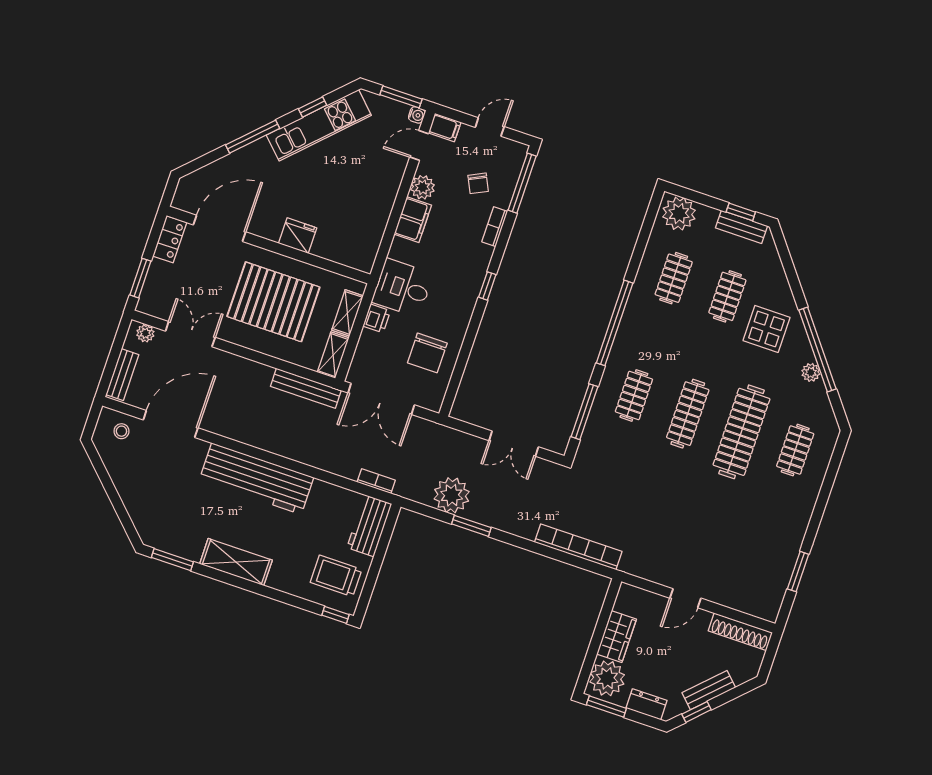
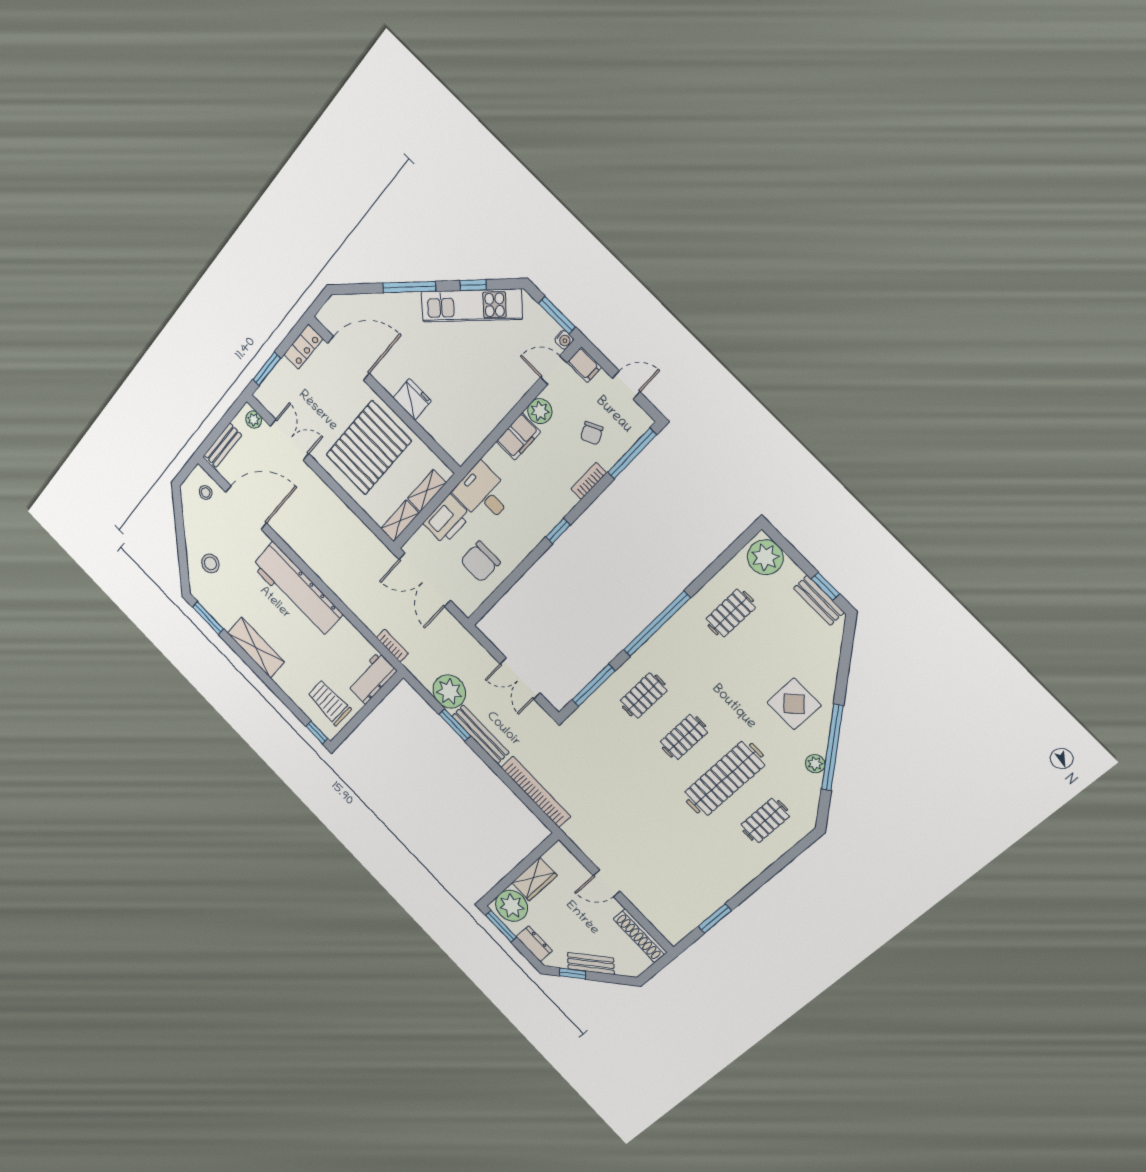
clothes rail: (727, 296) -> (772, 656), removed
pallet: (273, 302) -> (368, 448), turned 90
printer: (377, 318) -> (447, 519), width x1.87, depth x1.48
bench: (306, 388) -> (480, 734), moved
clothes rail: (688, 414) -> (684, 737), width x0.73
stool: (154, 501) -> (210, 563), added

